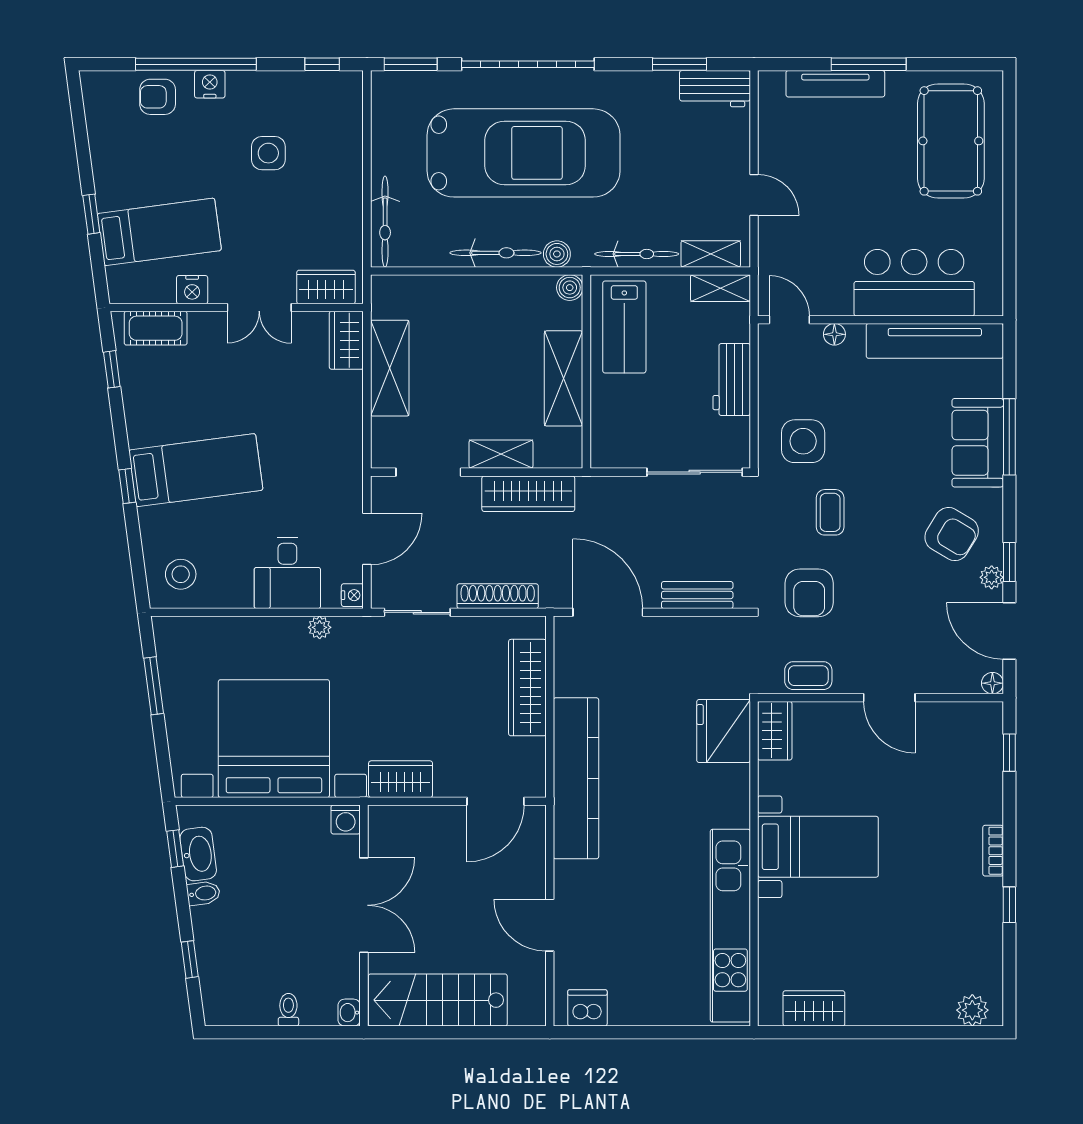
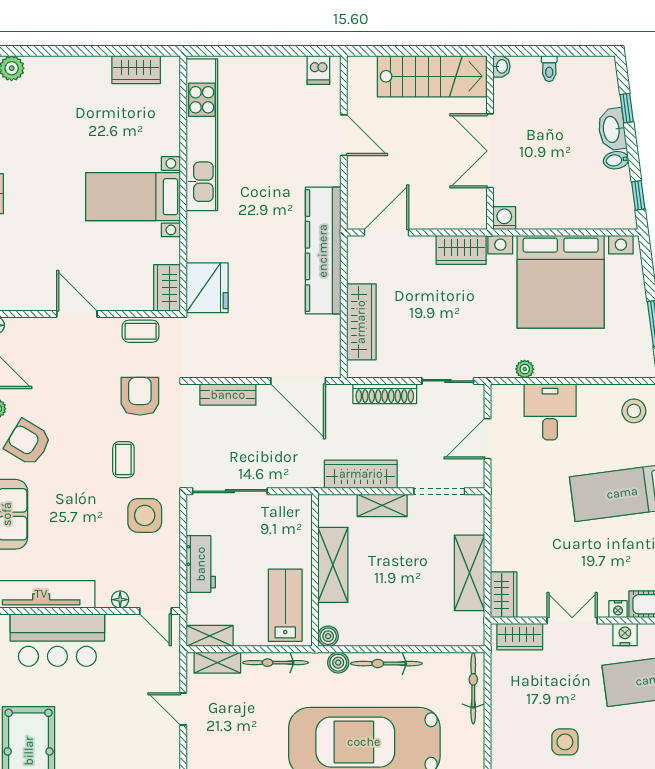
nightstand: (352, 595) -> (618, 609), moved, turned -90
washbasin: (198, 854) -> (612, 129), moved
dishwasher: (587, 1008) -> (318, 70), width x0.73

